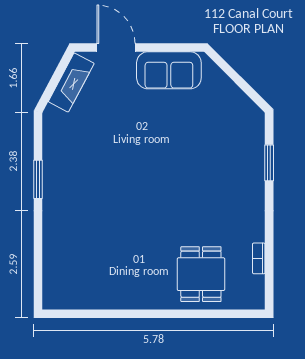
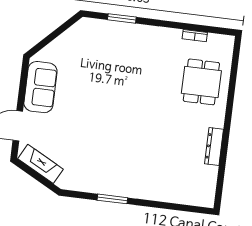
dining table: (201, 274) -> (201, 82), turned 90
dresser: (121, 300) -> (214, 147), added

